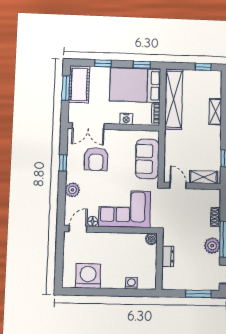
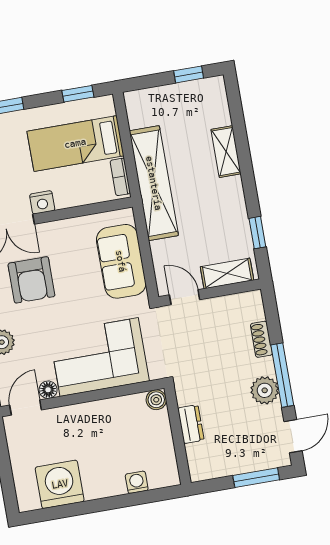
bed: (135, 85) -> (75, 143), width x0.67
shelving: (174, 99) -> (154, 183), moved
nightstand: (126, 119) -> (42, 202), moved

